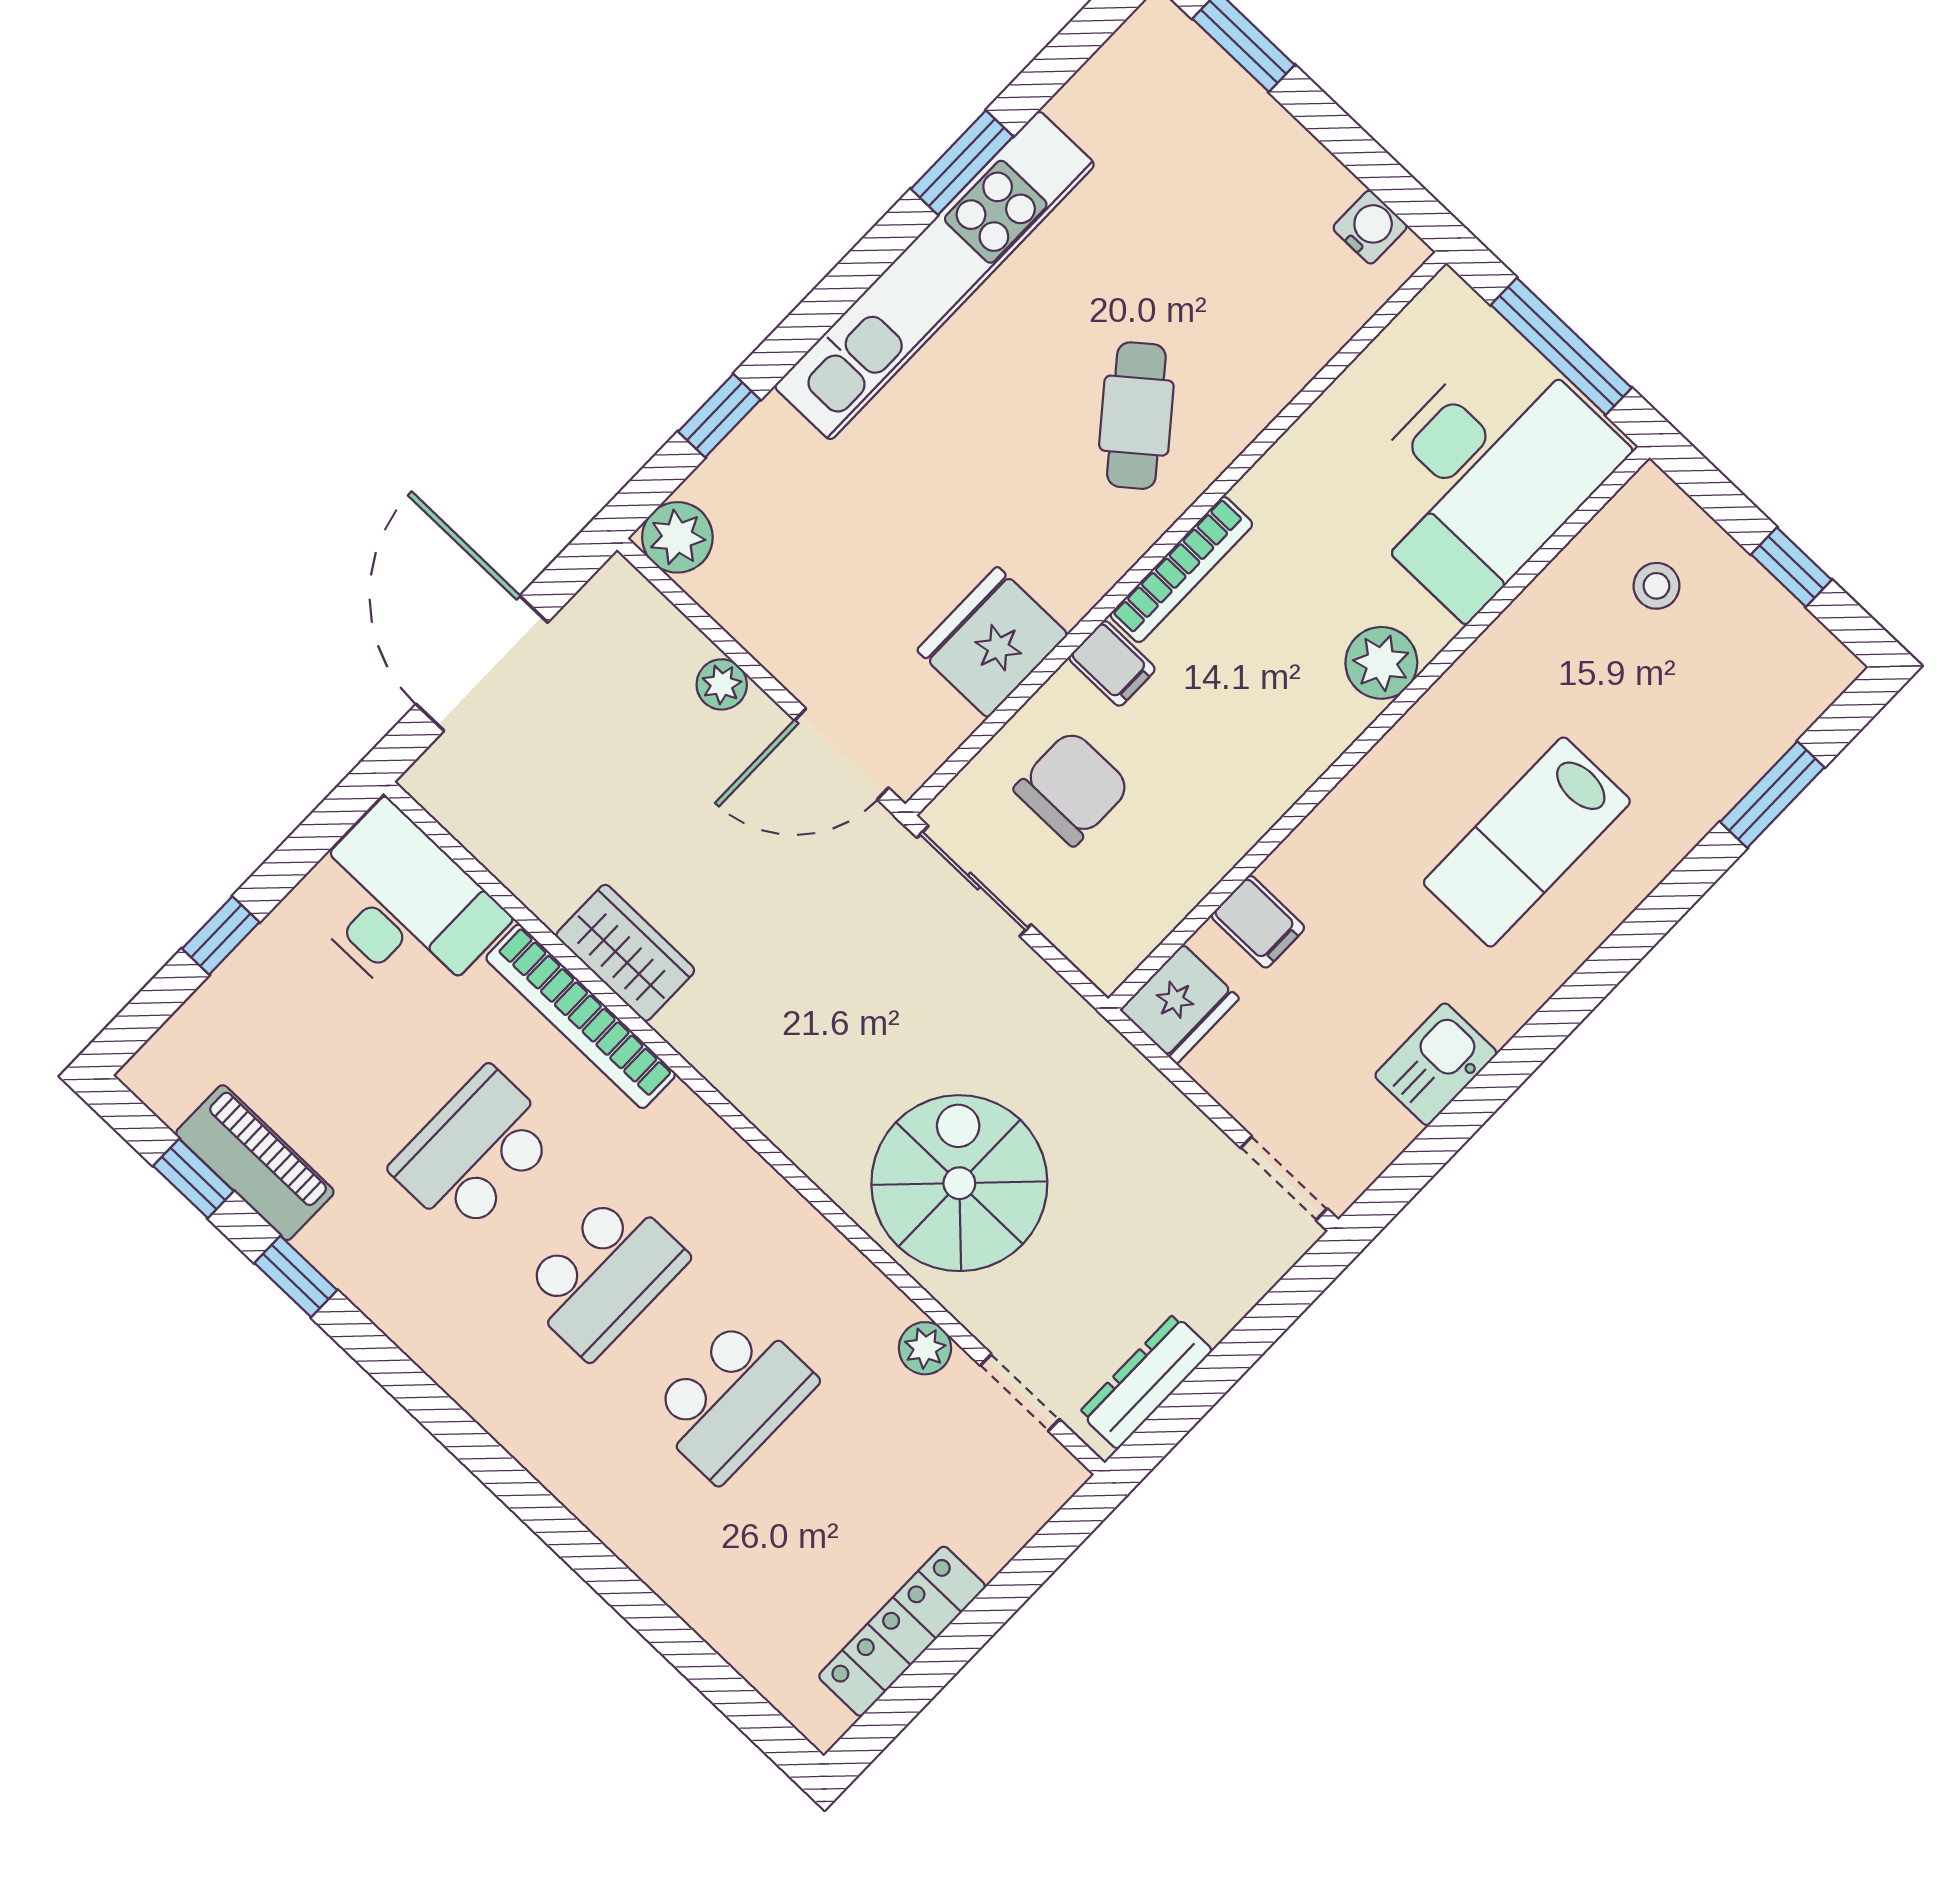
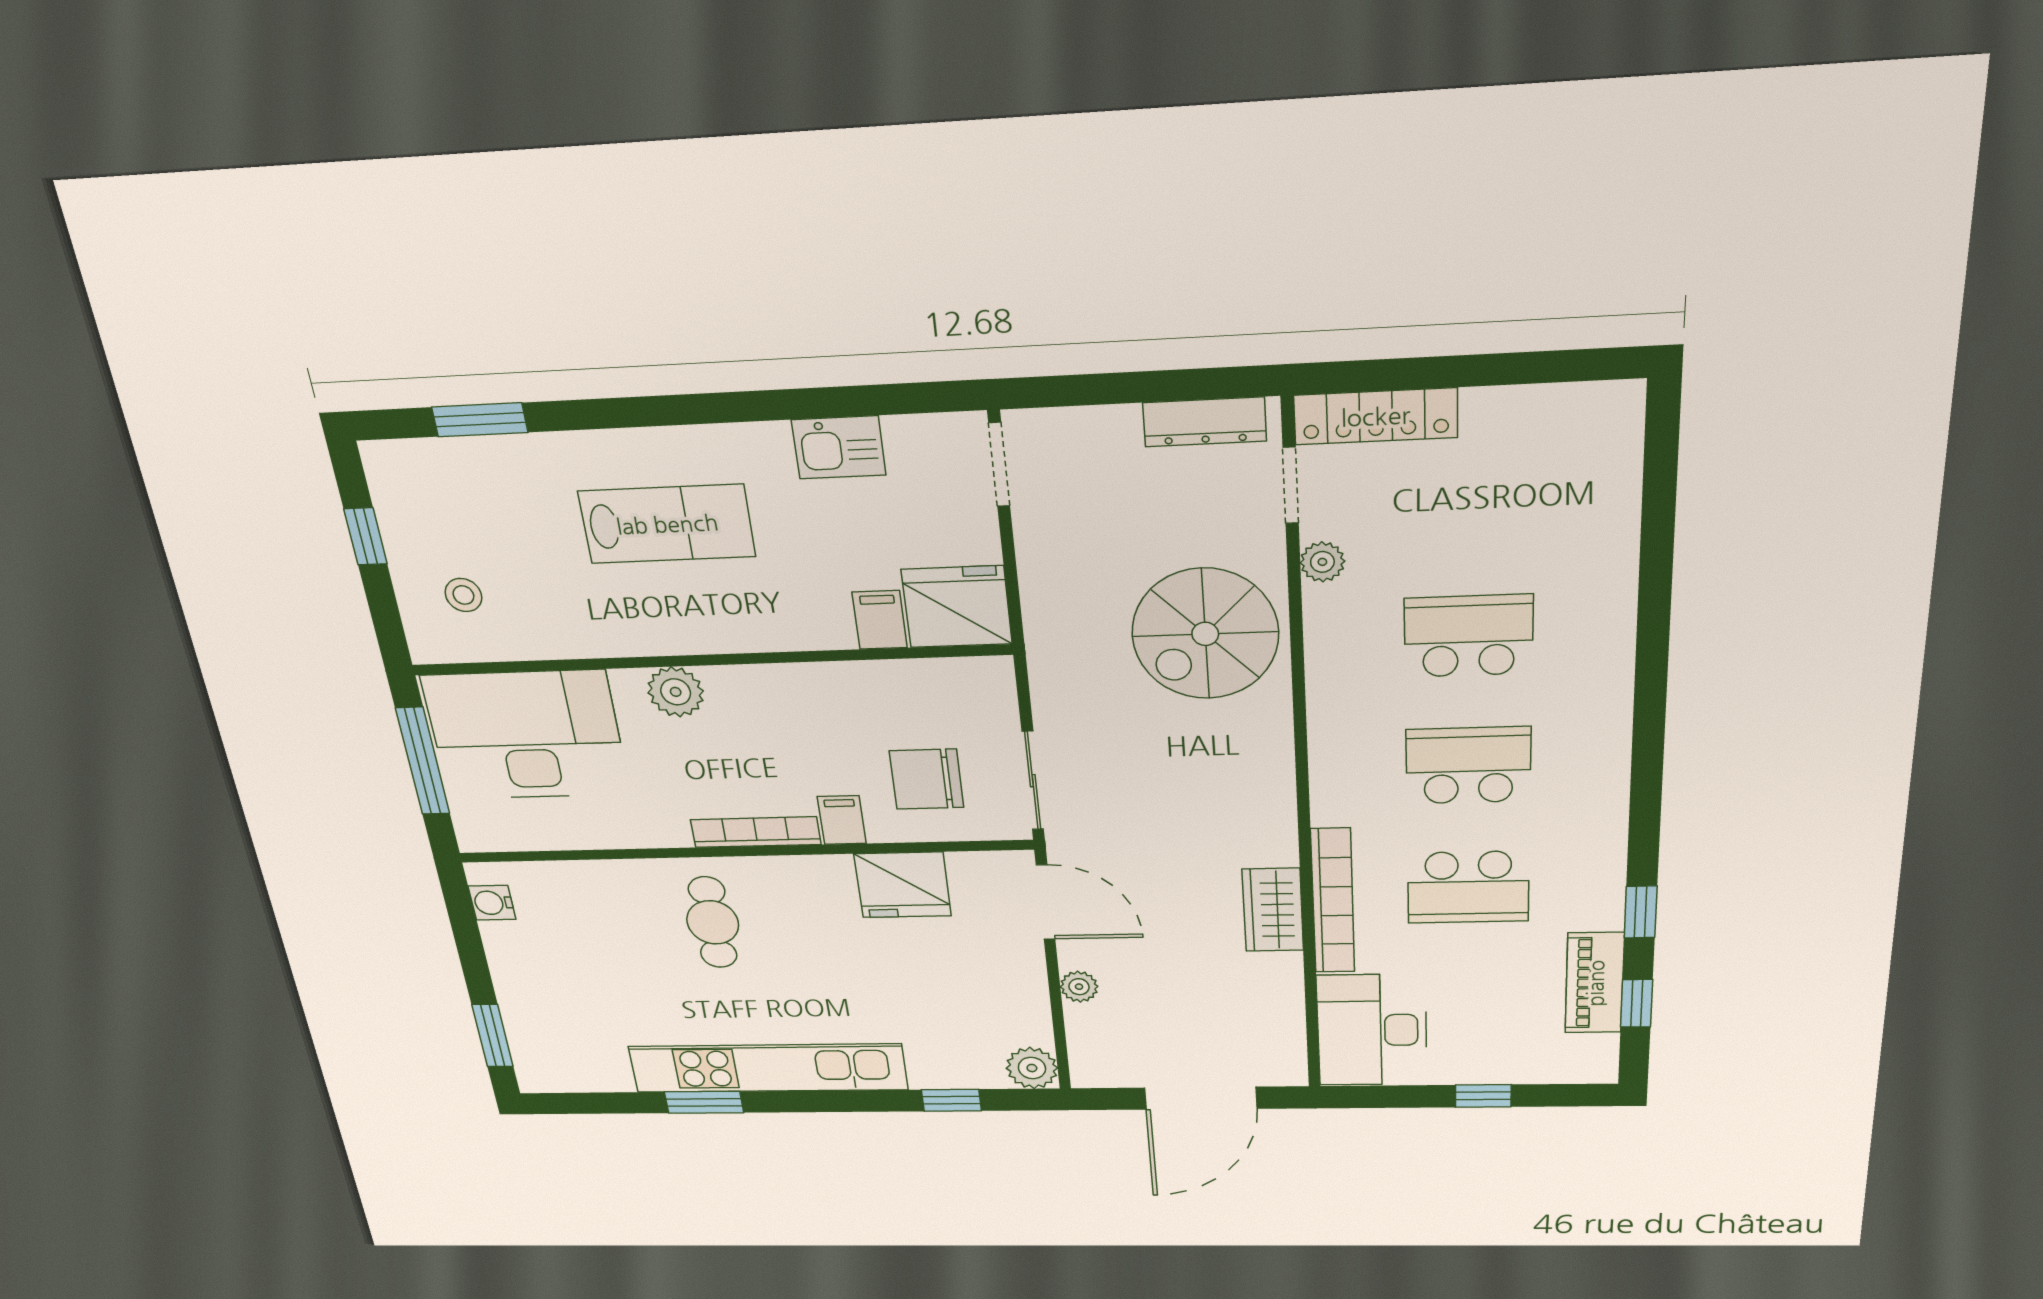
cafe table: (1136, 416) -> (713, 922), turned -51
fridge: (1180, 1004) -> (957, 607), width x1.36, depth x1.34
locker: (902, 1631) -> (1376, 416), moved

